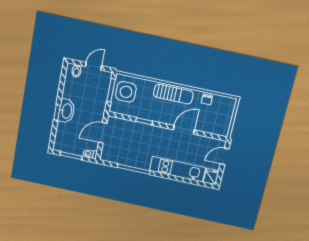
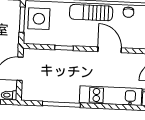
sun lounger: (173, 94) -> (91, 13), turned 180
door: (184, 130) -> (110, 50), hinge flipped

